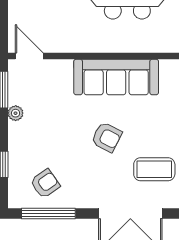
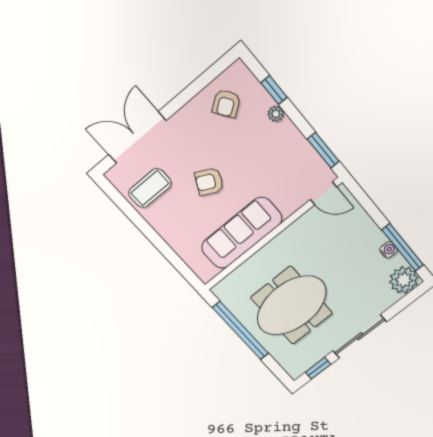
plant: (16, 113) -> (276, 114), moved
window: (48, 213) -> (203, 81), removed

